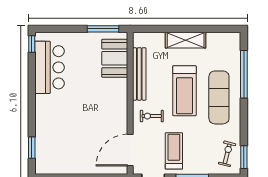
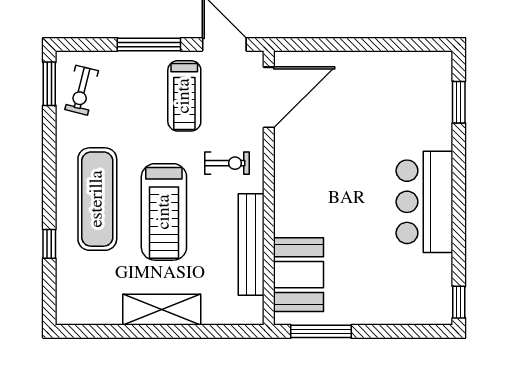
bar counter: (49, 67) -> (424, 202), moved
window: (244, 74) -> (49, 244), width x0.32
treadmill: (184, 91) -> (164, 212), turned 180

